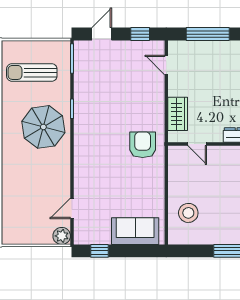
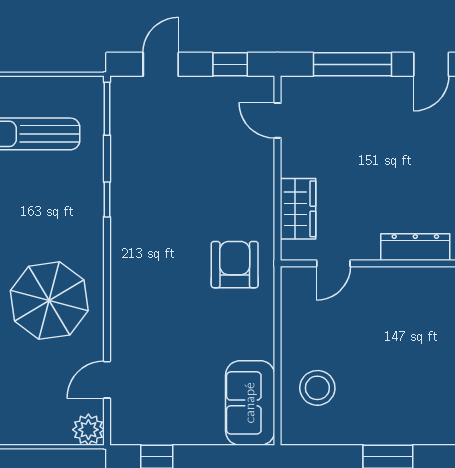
parasol: (43, 127) -> (49, 301), moved
door: (197, 144) -> (333, 263), hinge flipped
sofa: (135, 231) -> (250, 403), moved, turned -90

